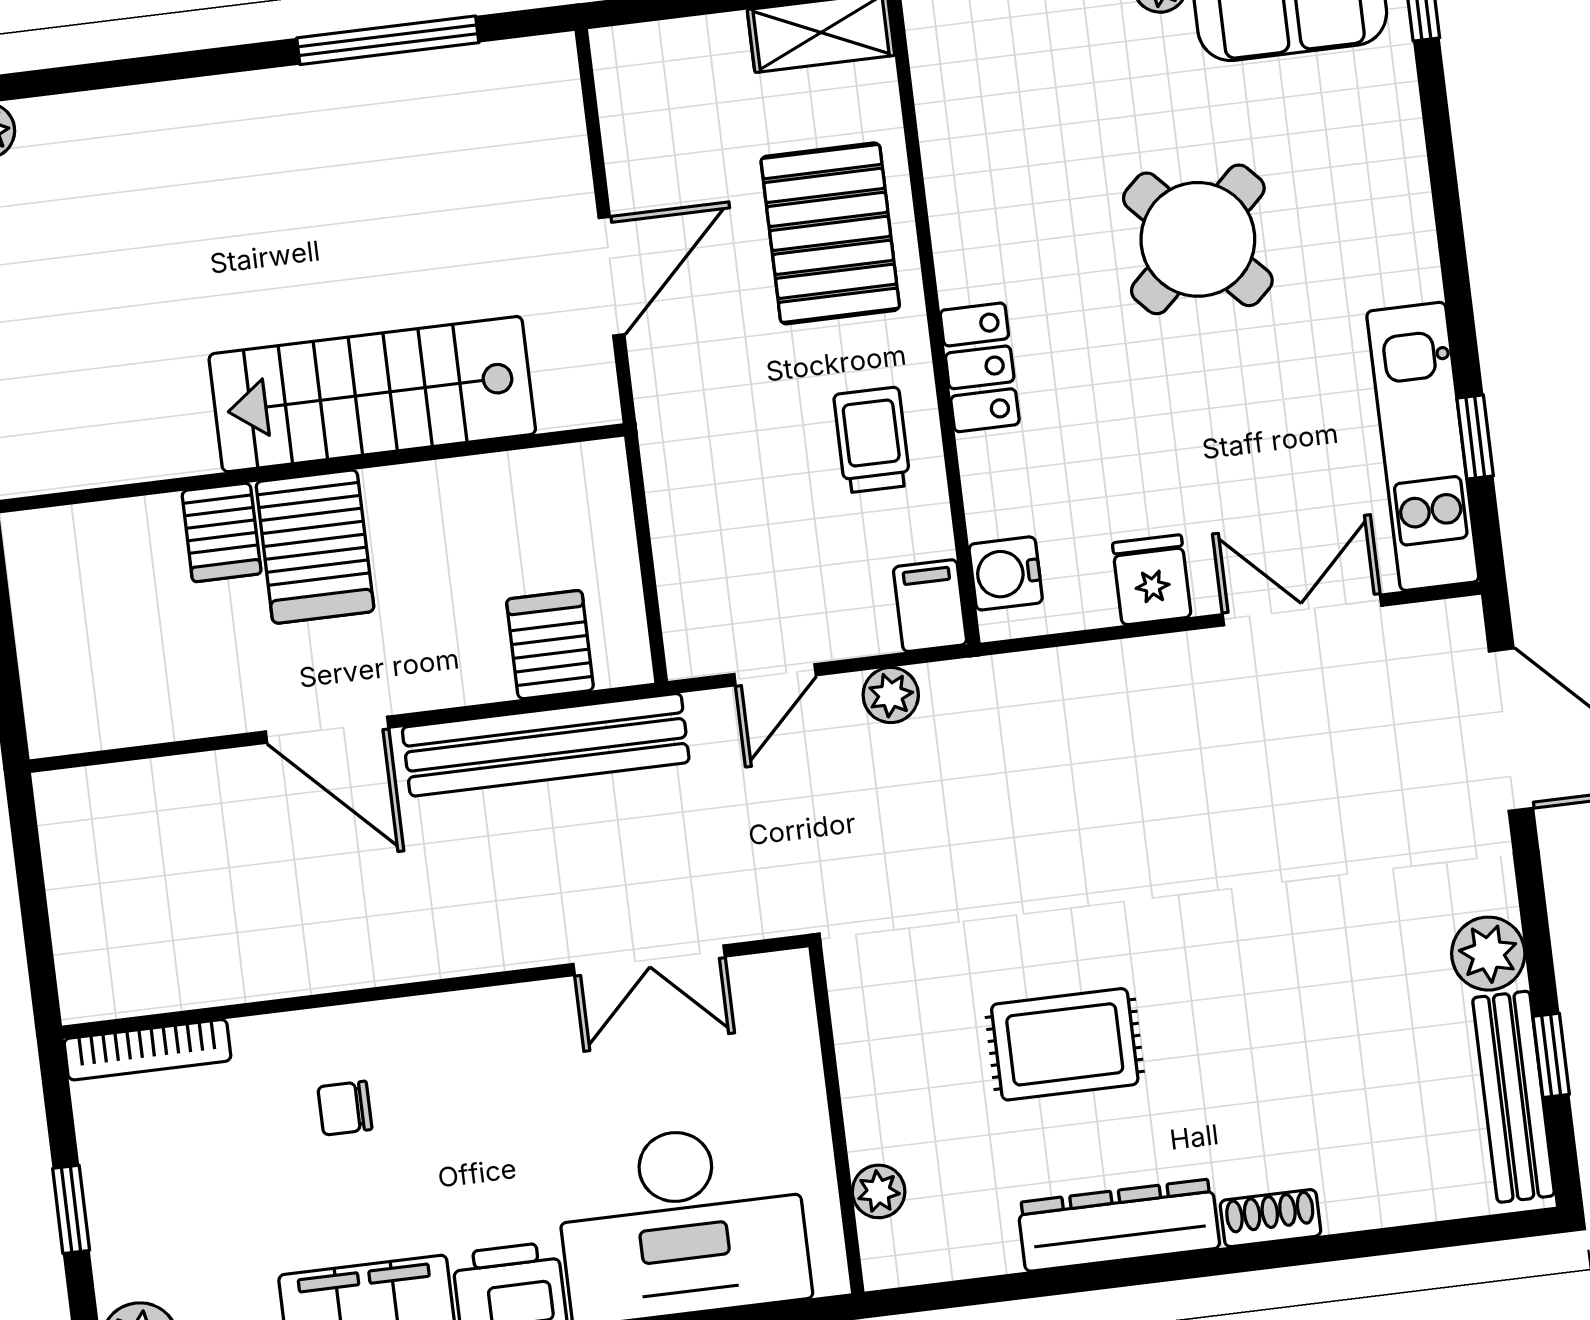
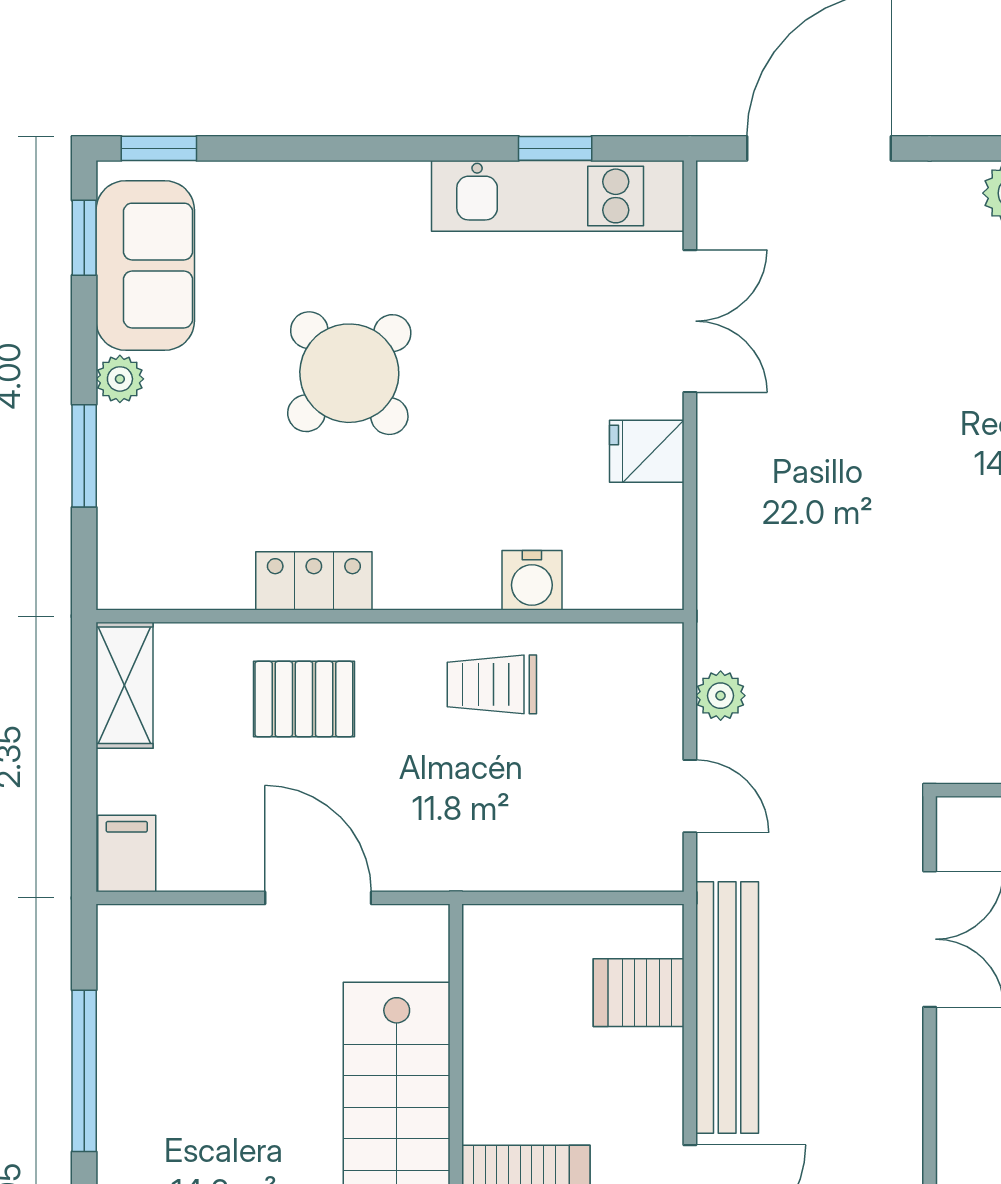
pallet: (830, 233) -> (304, 699), width x0.67, depth x0.71
locker: (980, 367) -> (314, 581), moved
water cooler: (1006, 573) -> (532, 580), moved
filing cabinet: (930, 606) -> (127, 854), moved, turned 90
double door: (1302, 610) -> (690, 321), swing flipped

